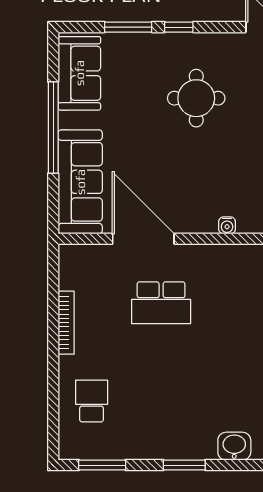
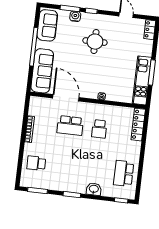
water cooler: (143, 44) -> (75, 16), added
school desk: (231, 303) -> (99, 129), added
school desk: (92, 401) -> (36, 163), turned -90

